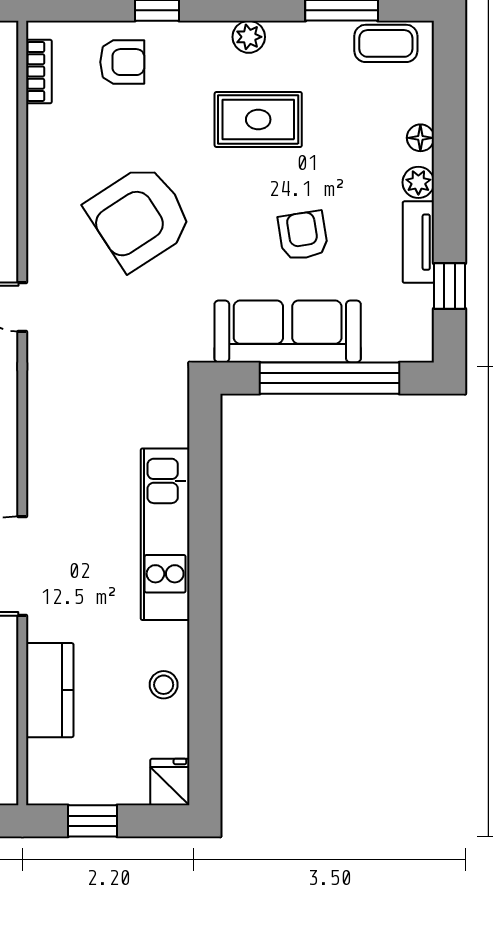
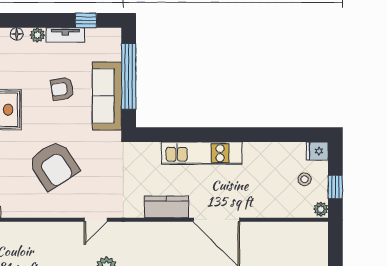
stool: (164, 685) -> (305, 179), moved
kitchen counter: (50, 690) -> (166, 207), moved
plant: (45, 790) -> (321, 209), added

